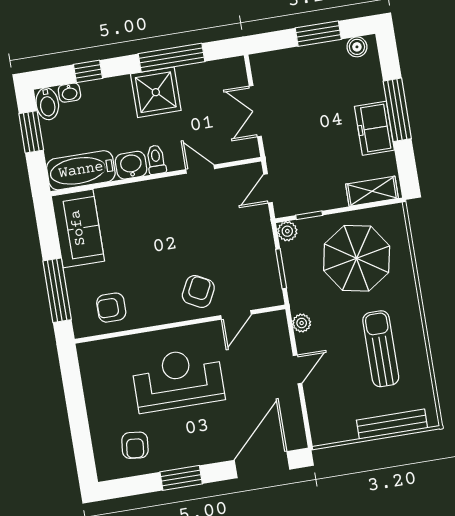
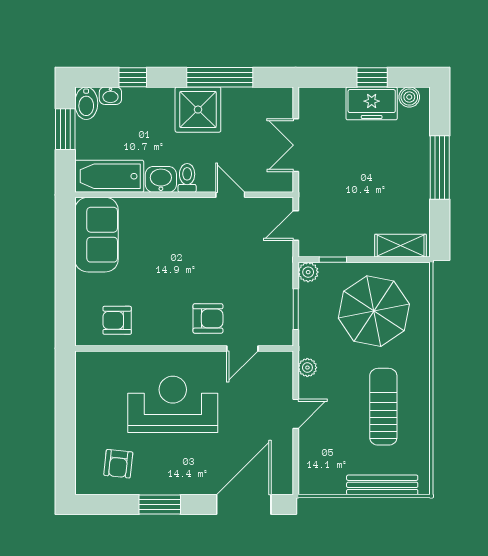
window: (318, 34) -> (372, 77), width x0.67
freezer: (374, 128) -> (372, 103), moved, turned -90
window: (57, 290) -> (65, 294), removed
armchair: (198, 291) -> (208, 318), turned 63

